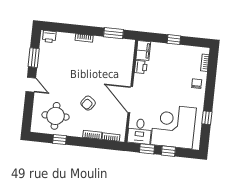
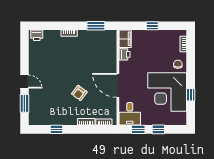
window: (34, 58) -> (24, 103), moved
round table: (56, 116) -> (50, 108), removed
corner desk: (173, 126) -> (167, 92), moved, turned -90

